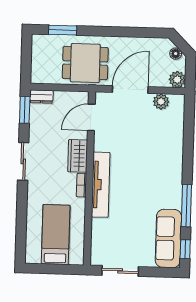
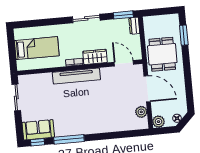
sofa: (168, 238) -> (38, 130), width x0.73

